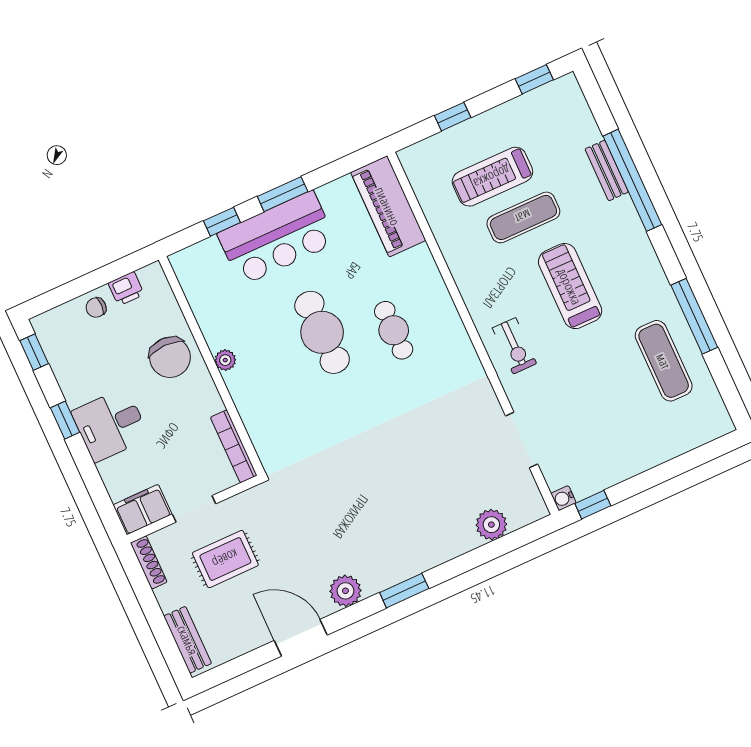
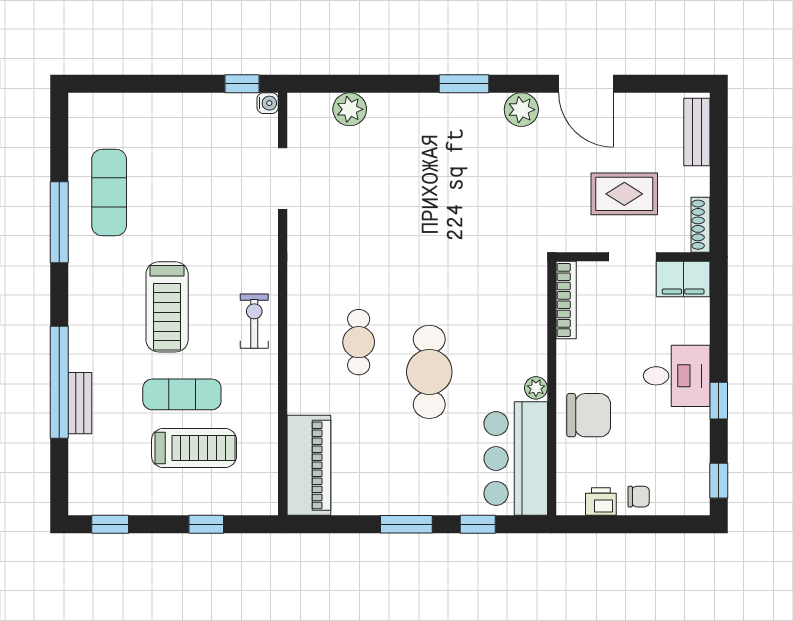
bar counter: (277, 238) -> (516, 459), moved, turned -90
exercise bike: (514, 346) -> (254, 321), moved
chair: (170, 357) -> (589, 415), turned 90

